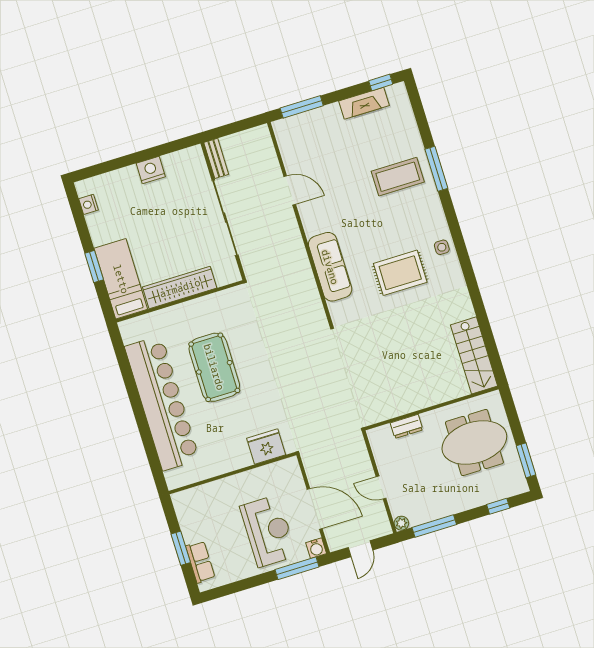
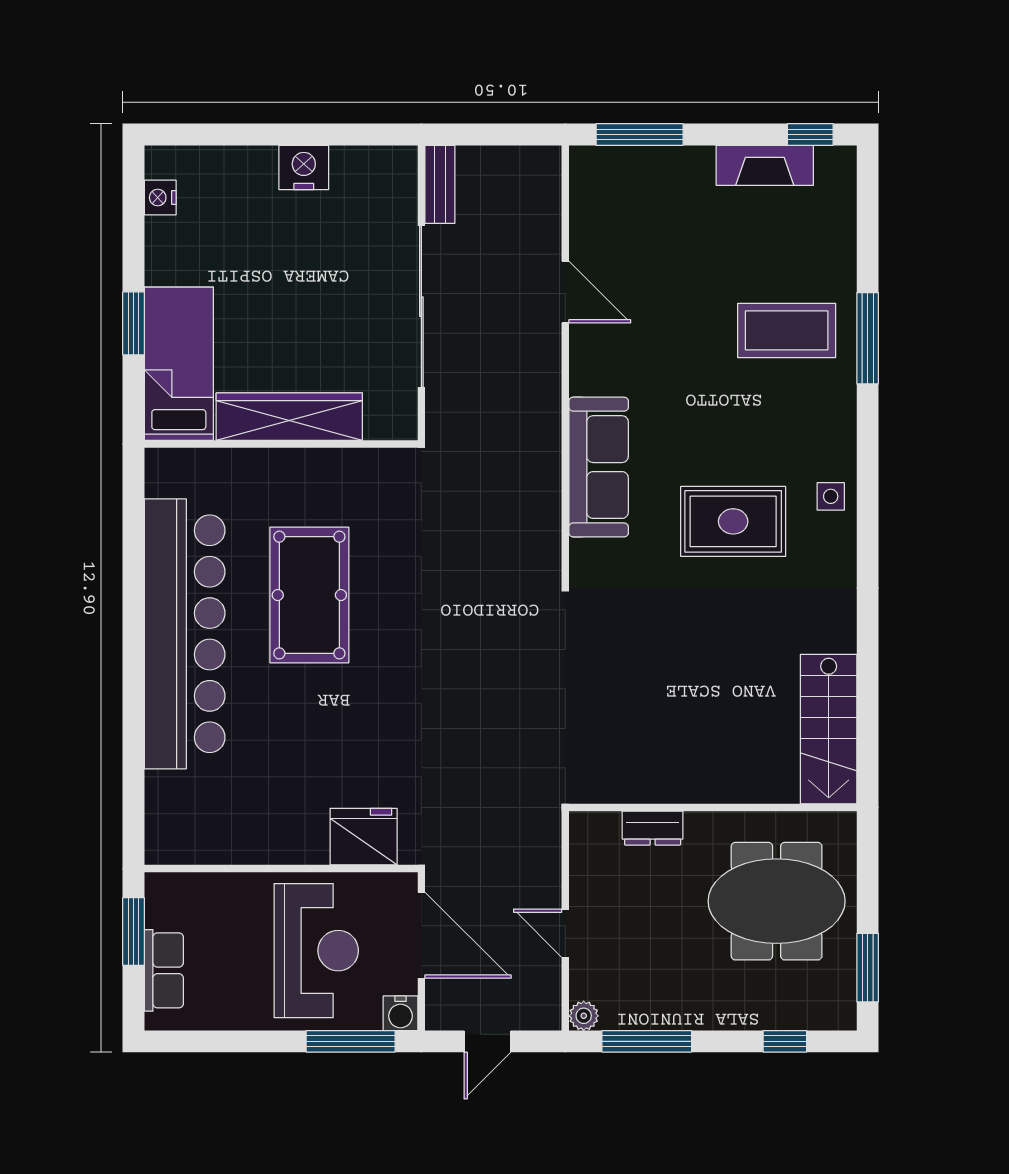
fridge: (266, 447) -> (364, 837), moved
wall: (232, 473) -> (281, 869), moved

